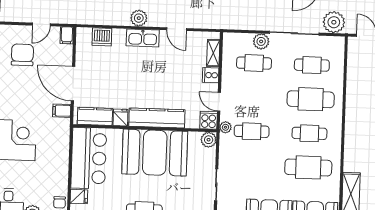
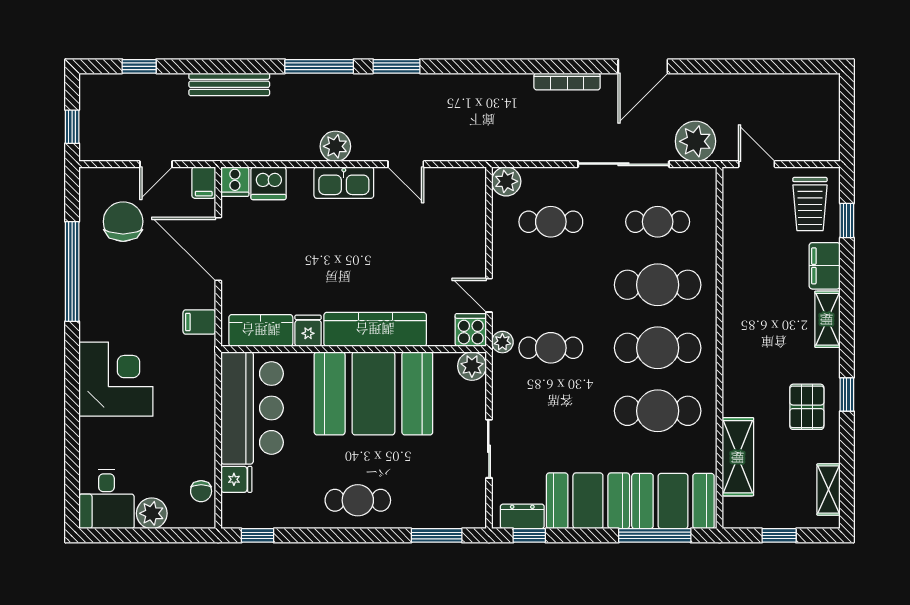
plant: (261, 41) -> (506, 181), moved
shelving: (213, 53) -> (475, 206), removed
cooker: (211, 75) -> (235, 182), moved, turned -90
door: (73, 84) -> (218, 249), moved
cafe table: (309, 133) -> (658, 348), width x1.37, depth x1.35

